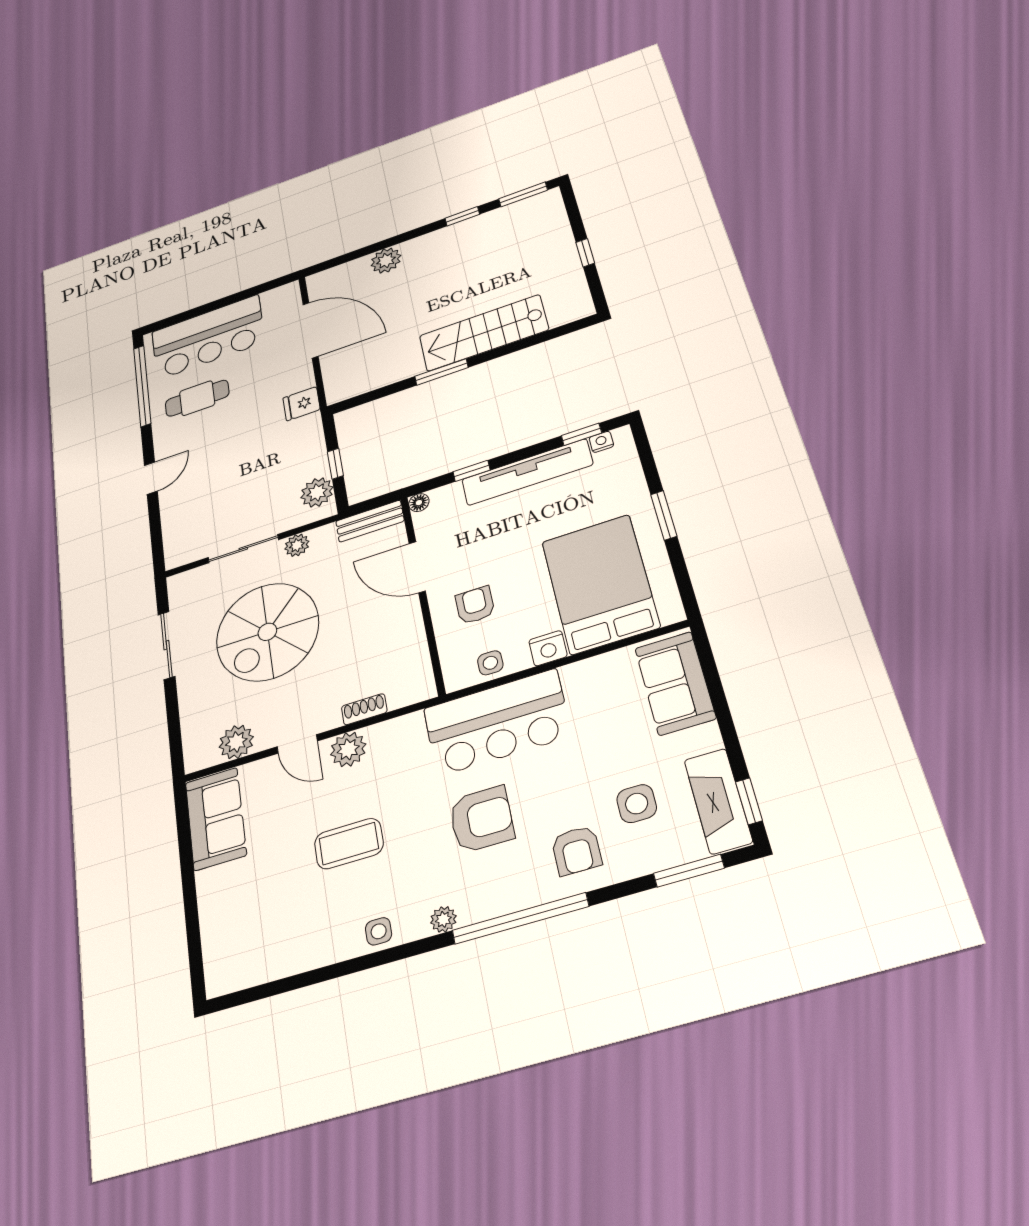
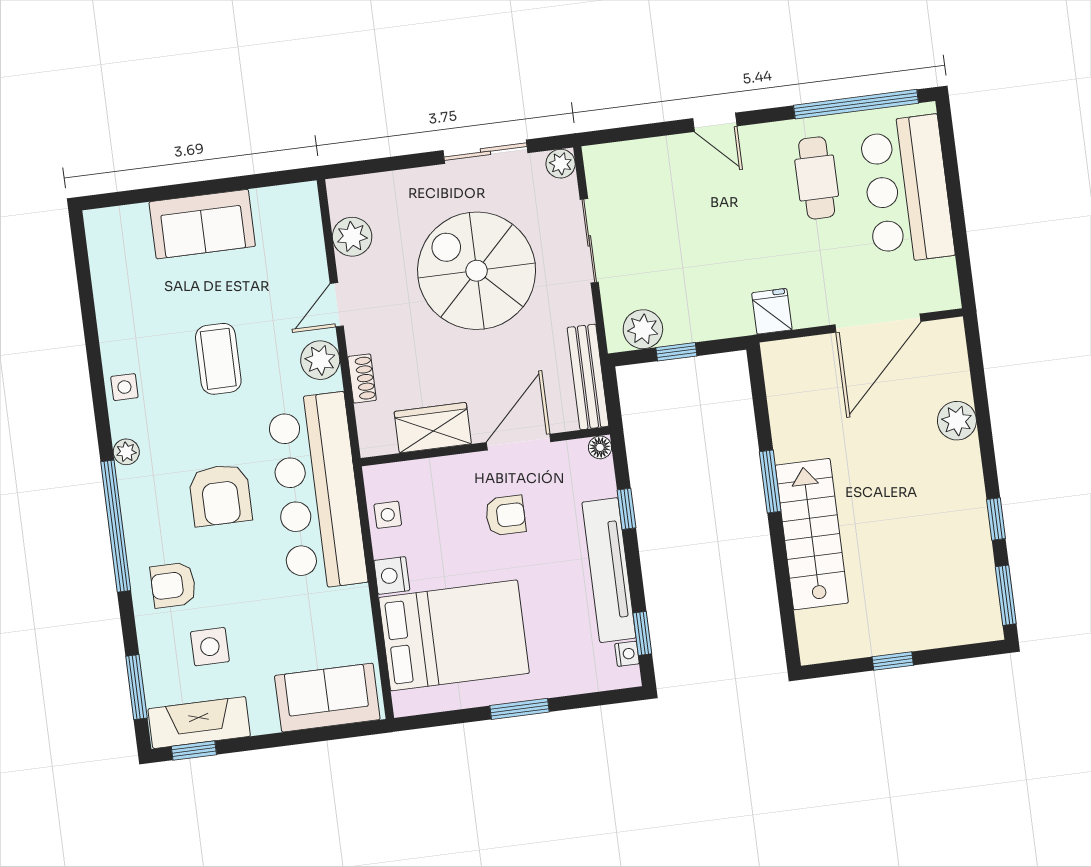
bench: (370, 521) -> (588, 377), width x1.36
plant: (297, 545) -> (561, 164), moved
armchair: (475, 605) -> (505, 515), moved
wardrobe: (407, 640) -> (433, 428), added
bar counter: (497, 722) -> (317, 492), width x1.36
sofa: (216, 819) -> (202, 224), moved

